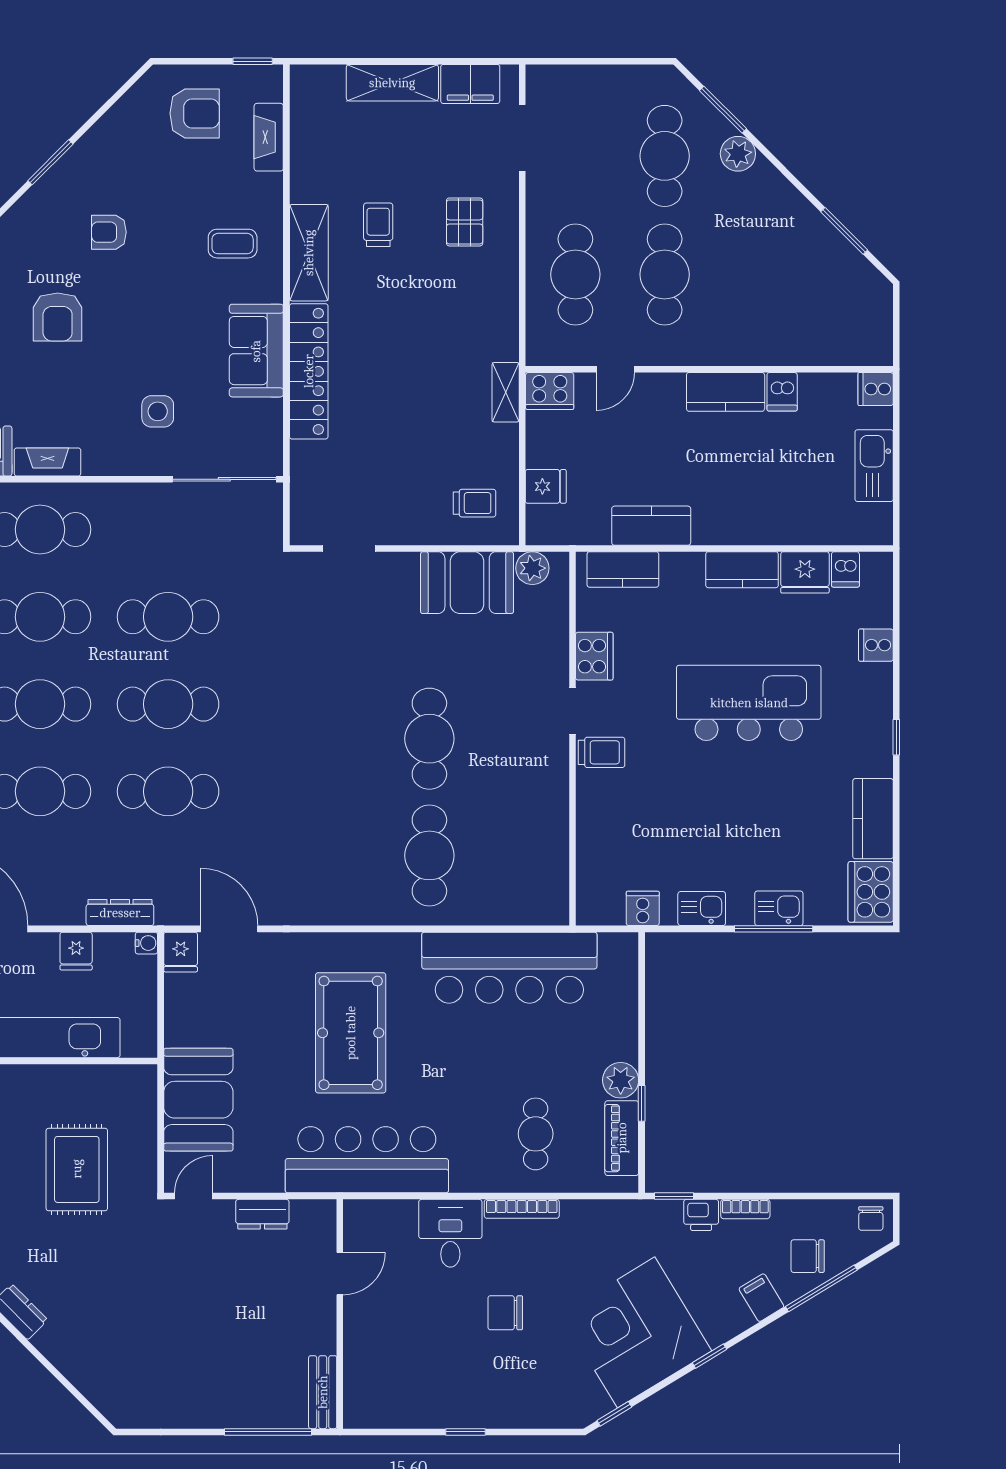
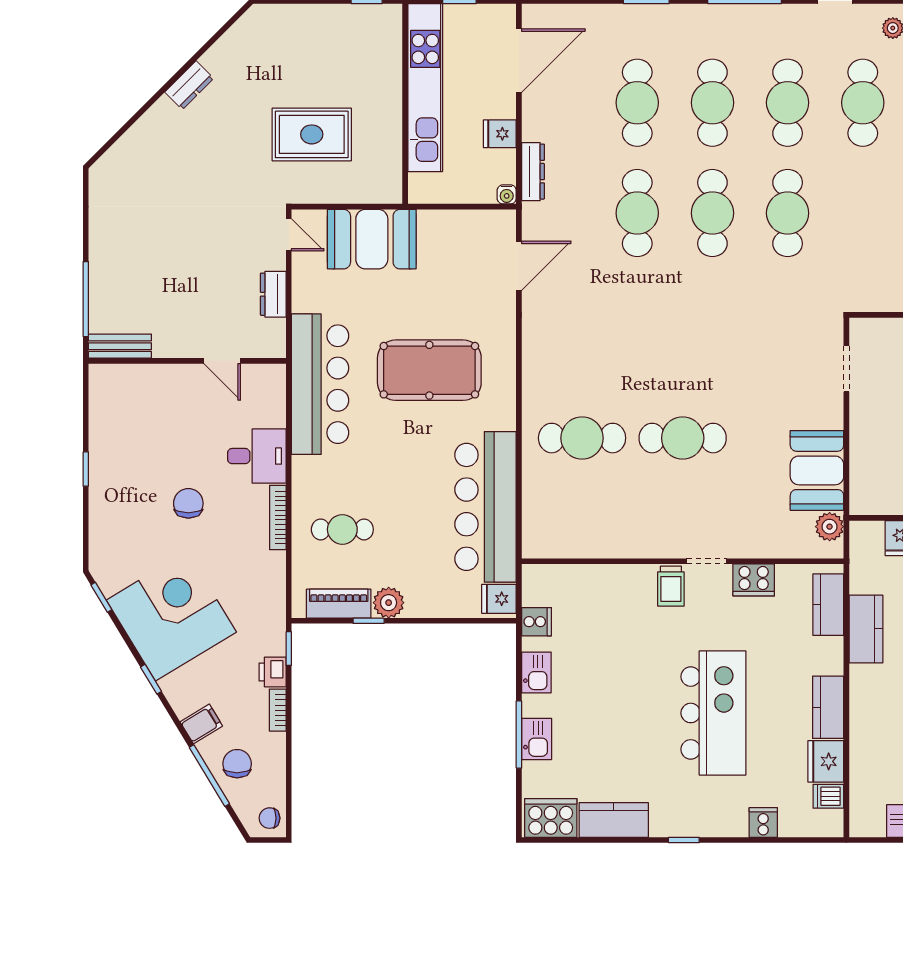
trolley: (475, 503) -> (885, 477), removed
fridge: (181, 952) -> (499, 599), moved

